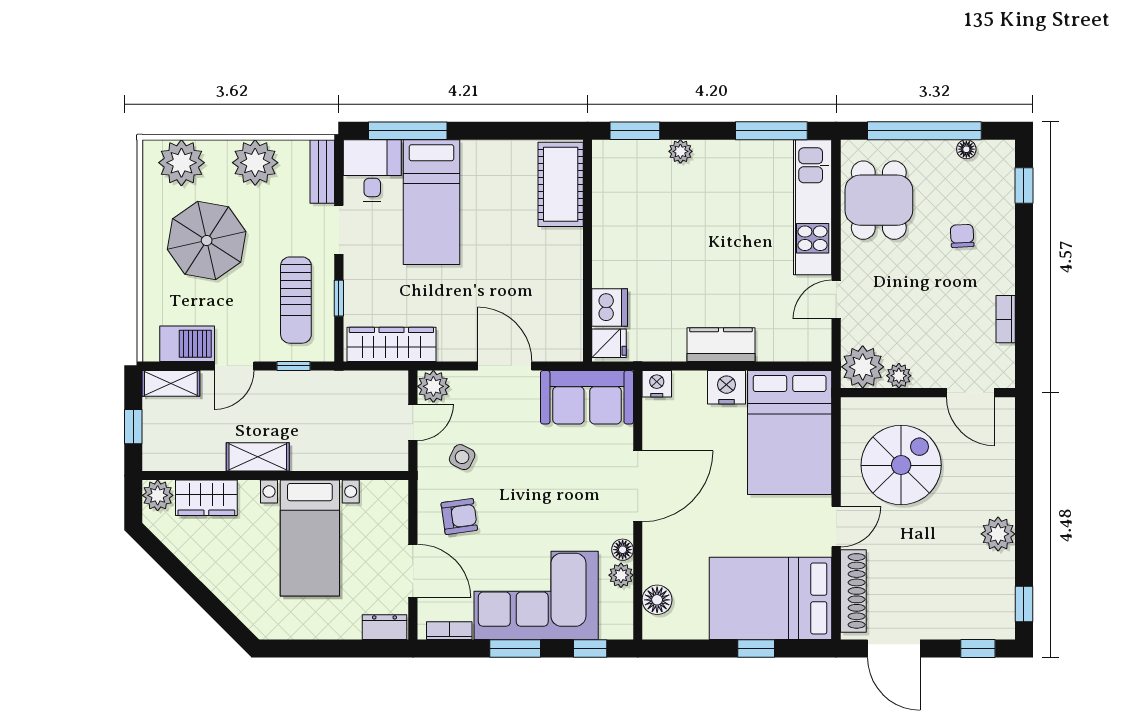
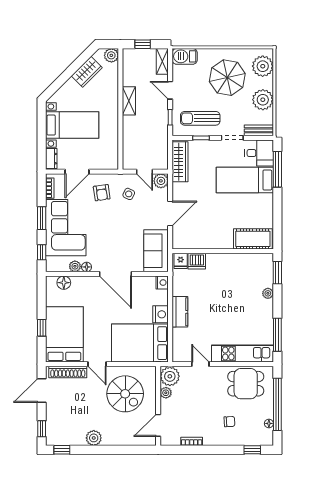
barbecue: (187, 344) -> (185, 56), moved, turned 90
wardrobe: (206, 498) -> (87, 72), moved, turned -135
bed with nightstands: (310, 538) -> (72, 125), moved, turned 180

